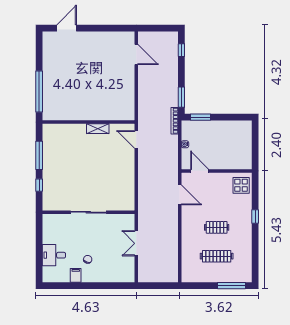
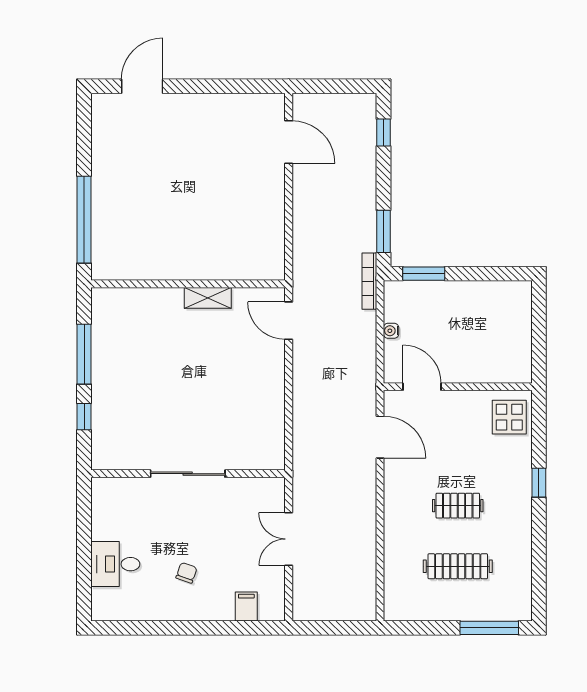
filing cabinet: (76, 275) -> (246, 606), moved

